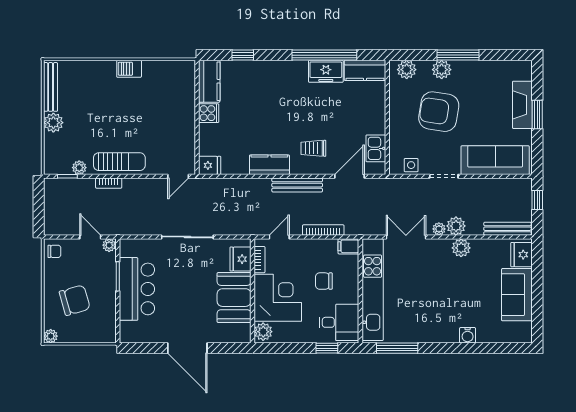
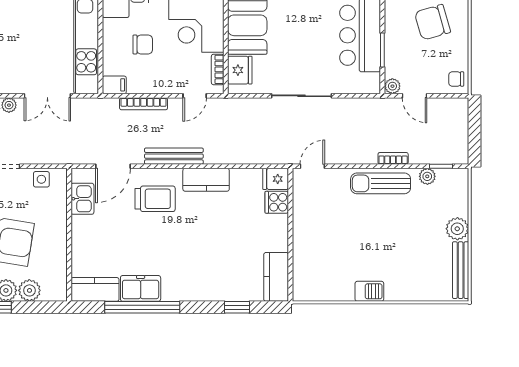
plant: (407, 70) -> (29, 290), moved
cooker: (209, 113) -> (277, 202), moved
trolley: (313, 148) -> (155, 199), width x1.36, depth x1.39

